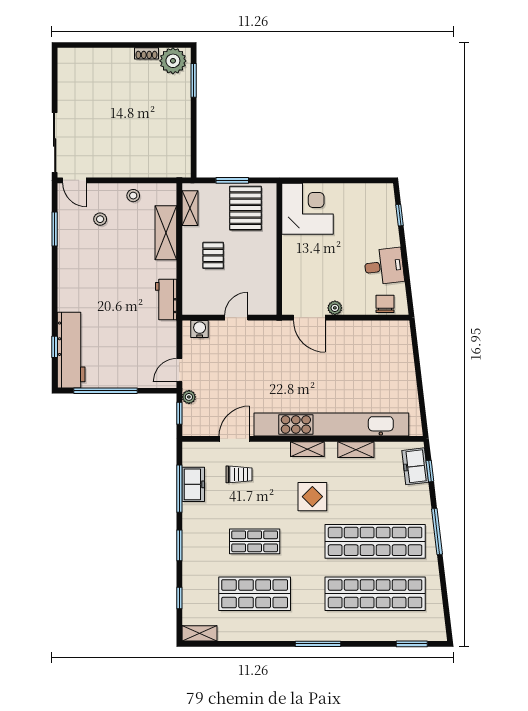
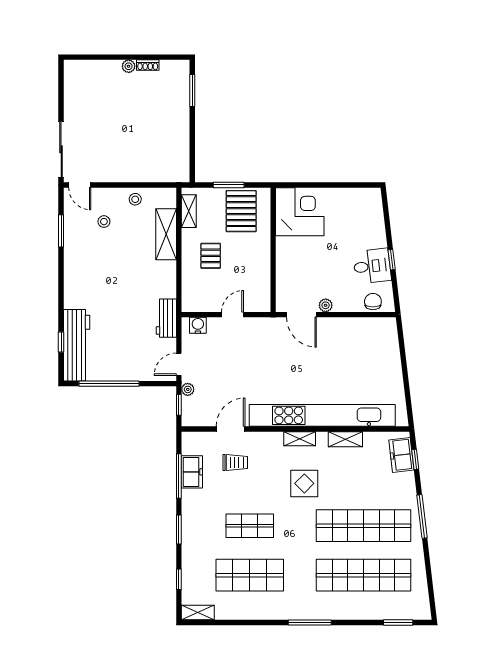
plant: (173, 61) -> (129, 66), moved, width x0.53, depth x0.53
window: (400, 215) -> (392, 260), moved
workbench: (166, 299) -> (166, 318), moved

